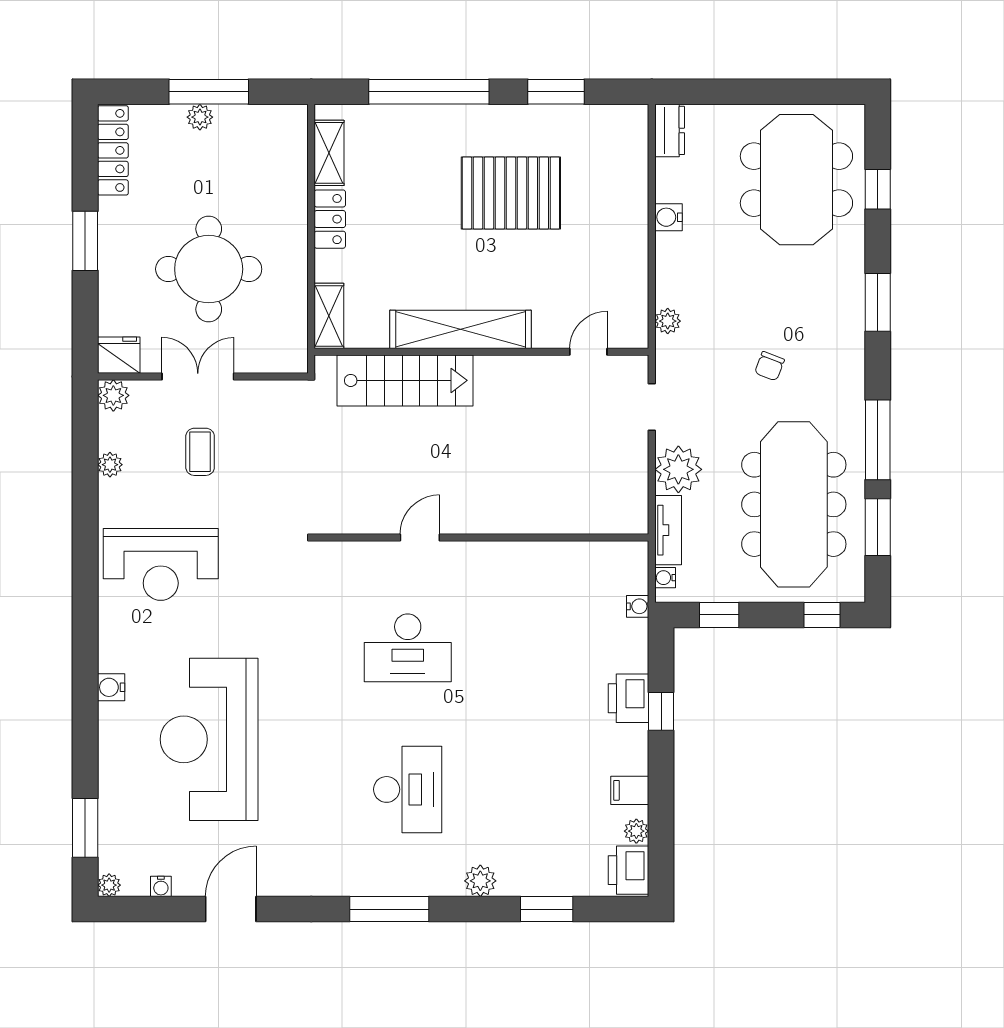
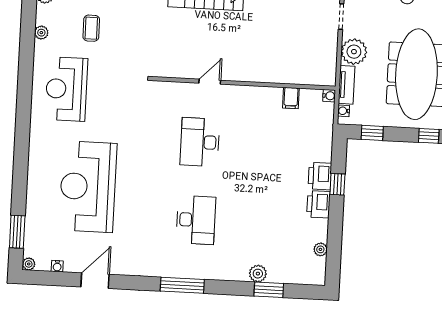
reception desk: (161, 564) -> (66, 89), turned 90
water cooler: (638, 606) -> (329, 96), moved
desk: (408, 648) -> (200, 142), turned 90
water cooler: (111, 687) -> (36, 155), removed
filing cabinet: (630, 790) -> (291, 98), moved, turned -90
printer: (629, 870) -> (318, 204), moved
plant: (480, 881) -> (258, 274), moved

